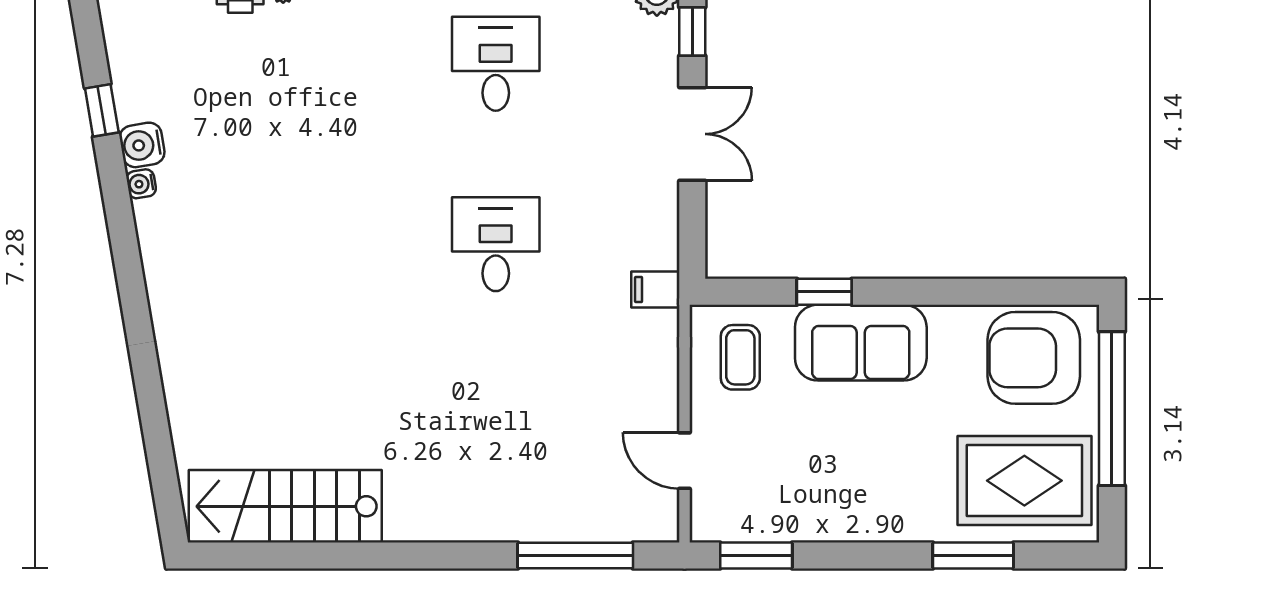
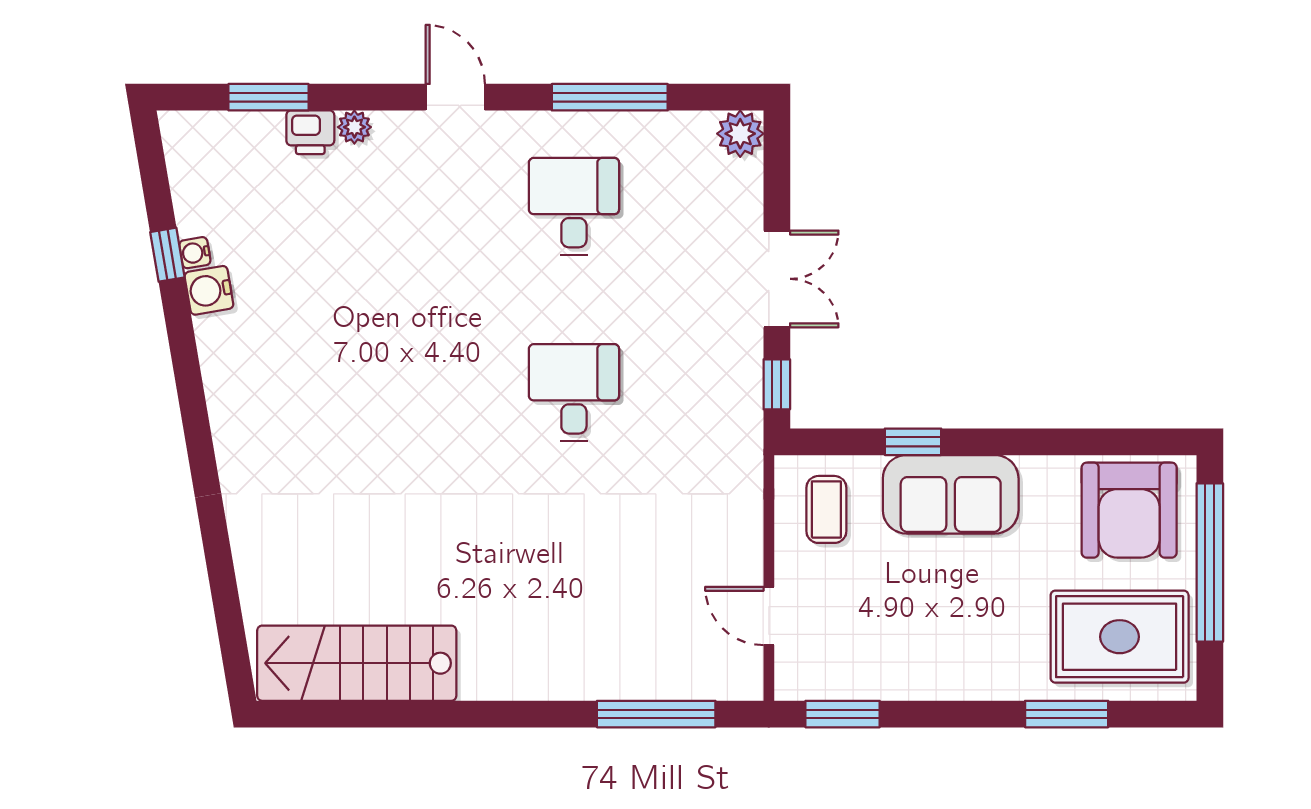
window: (692, 31) -> (777, 384), moved
water cooler: (141, 184) -> (195, 253), moved
filing cabinet: (655, 290) -> (739, 440), removed
armchair: (1034, 358) -> (1129, 510), turned -90

